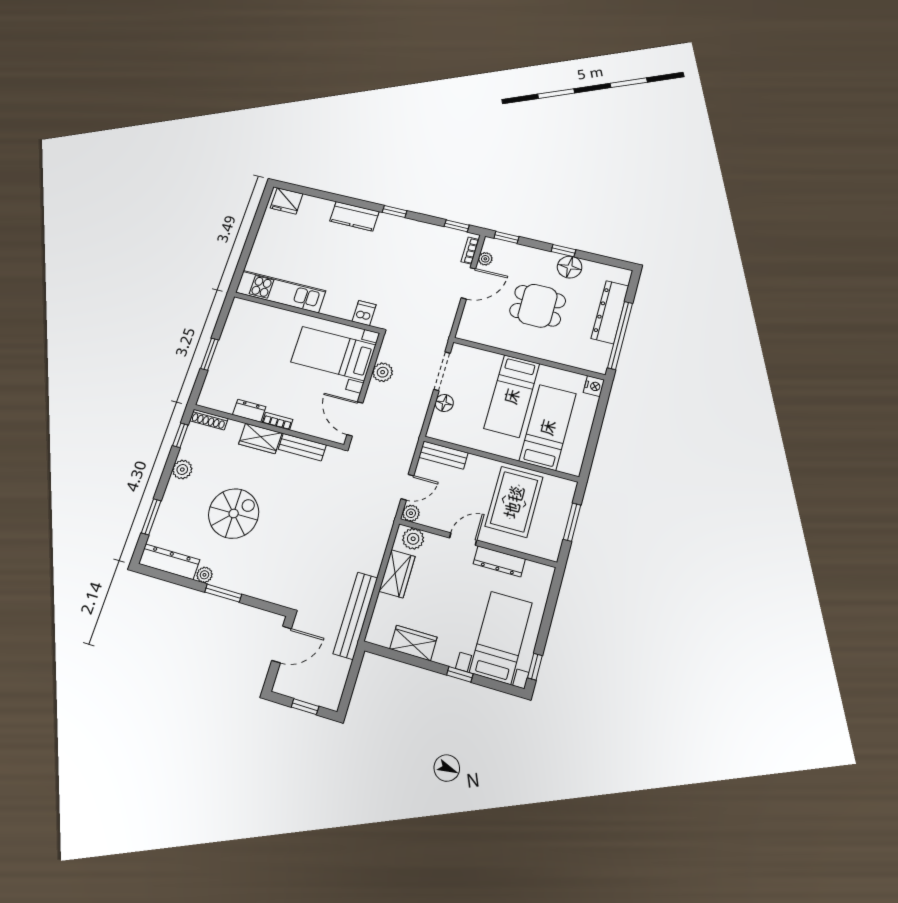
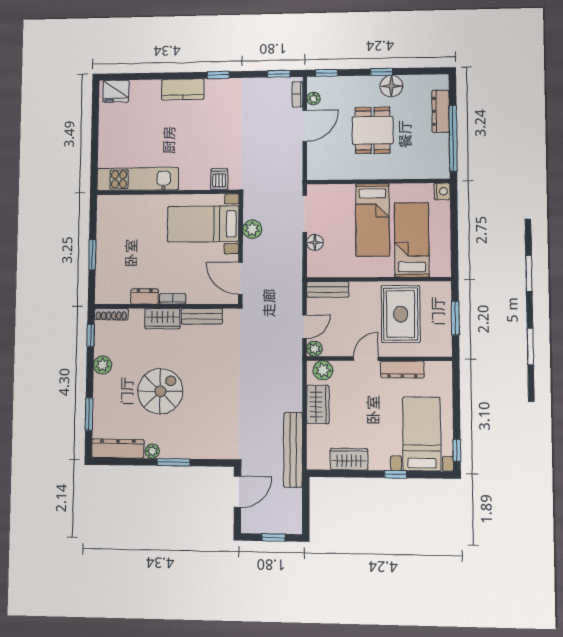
dining table: (538, 306) -> (373, 130), turned 90
dresser: (610, 312) -> (441, 111), width x0.73, depth x0.80

